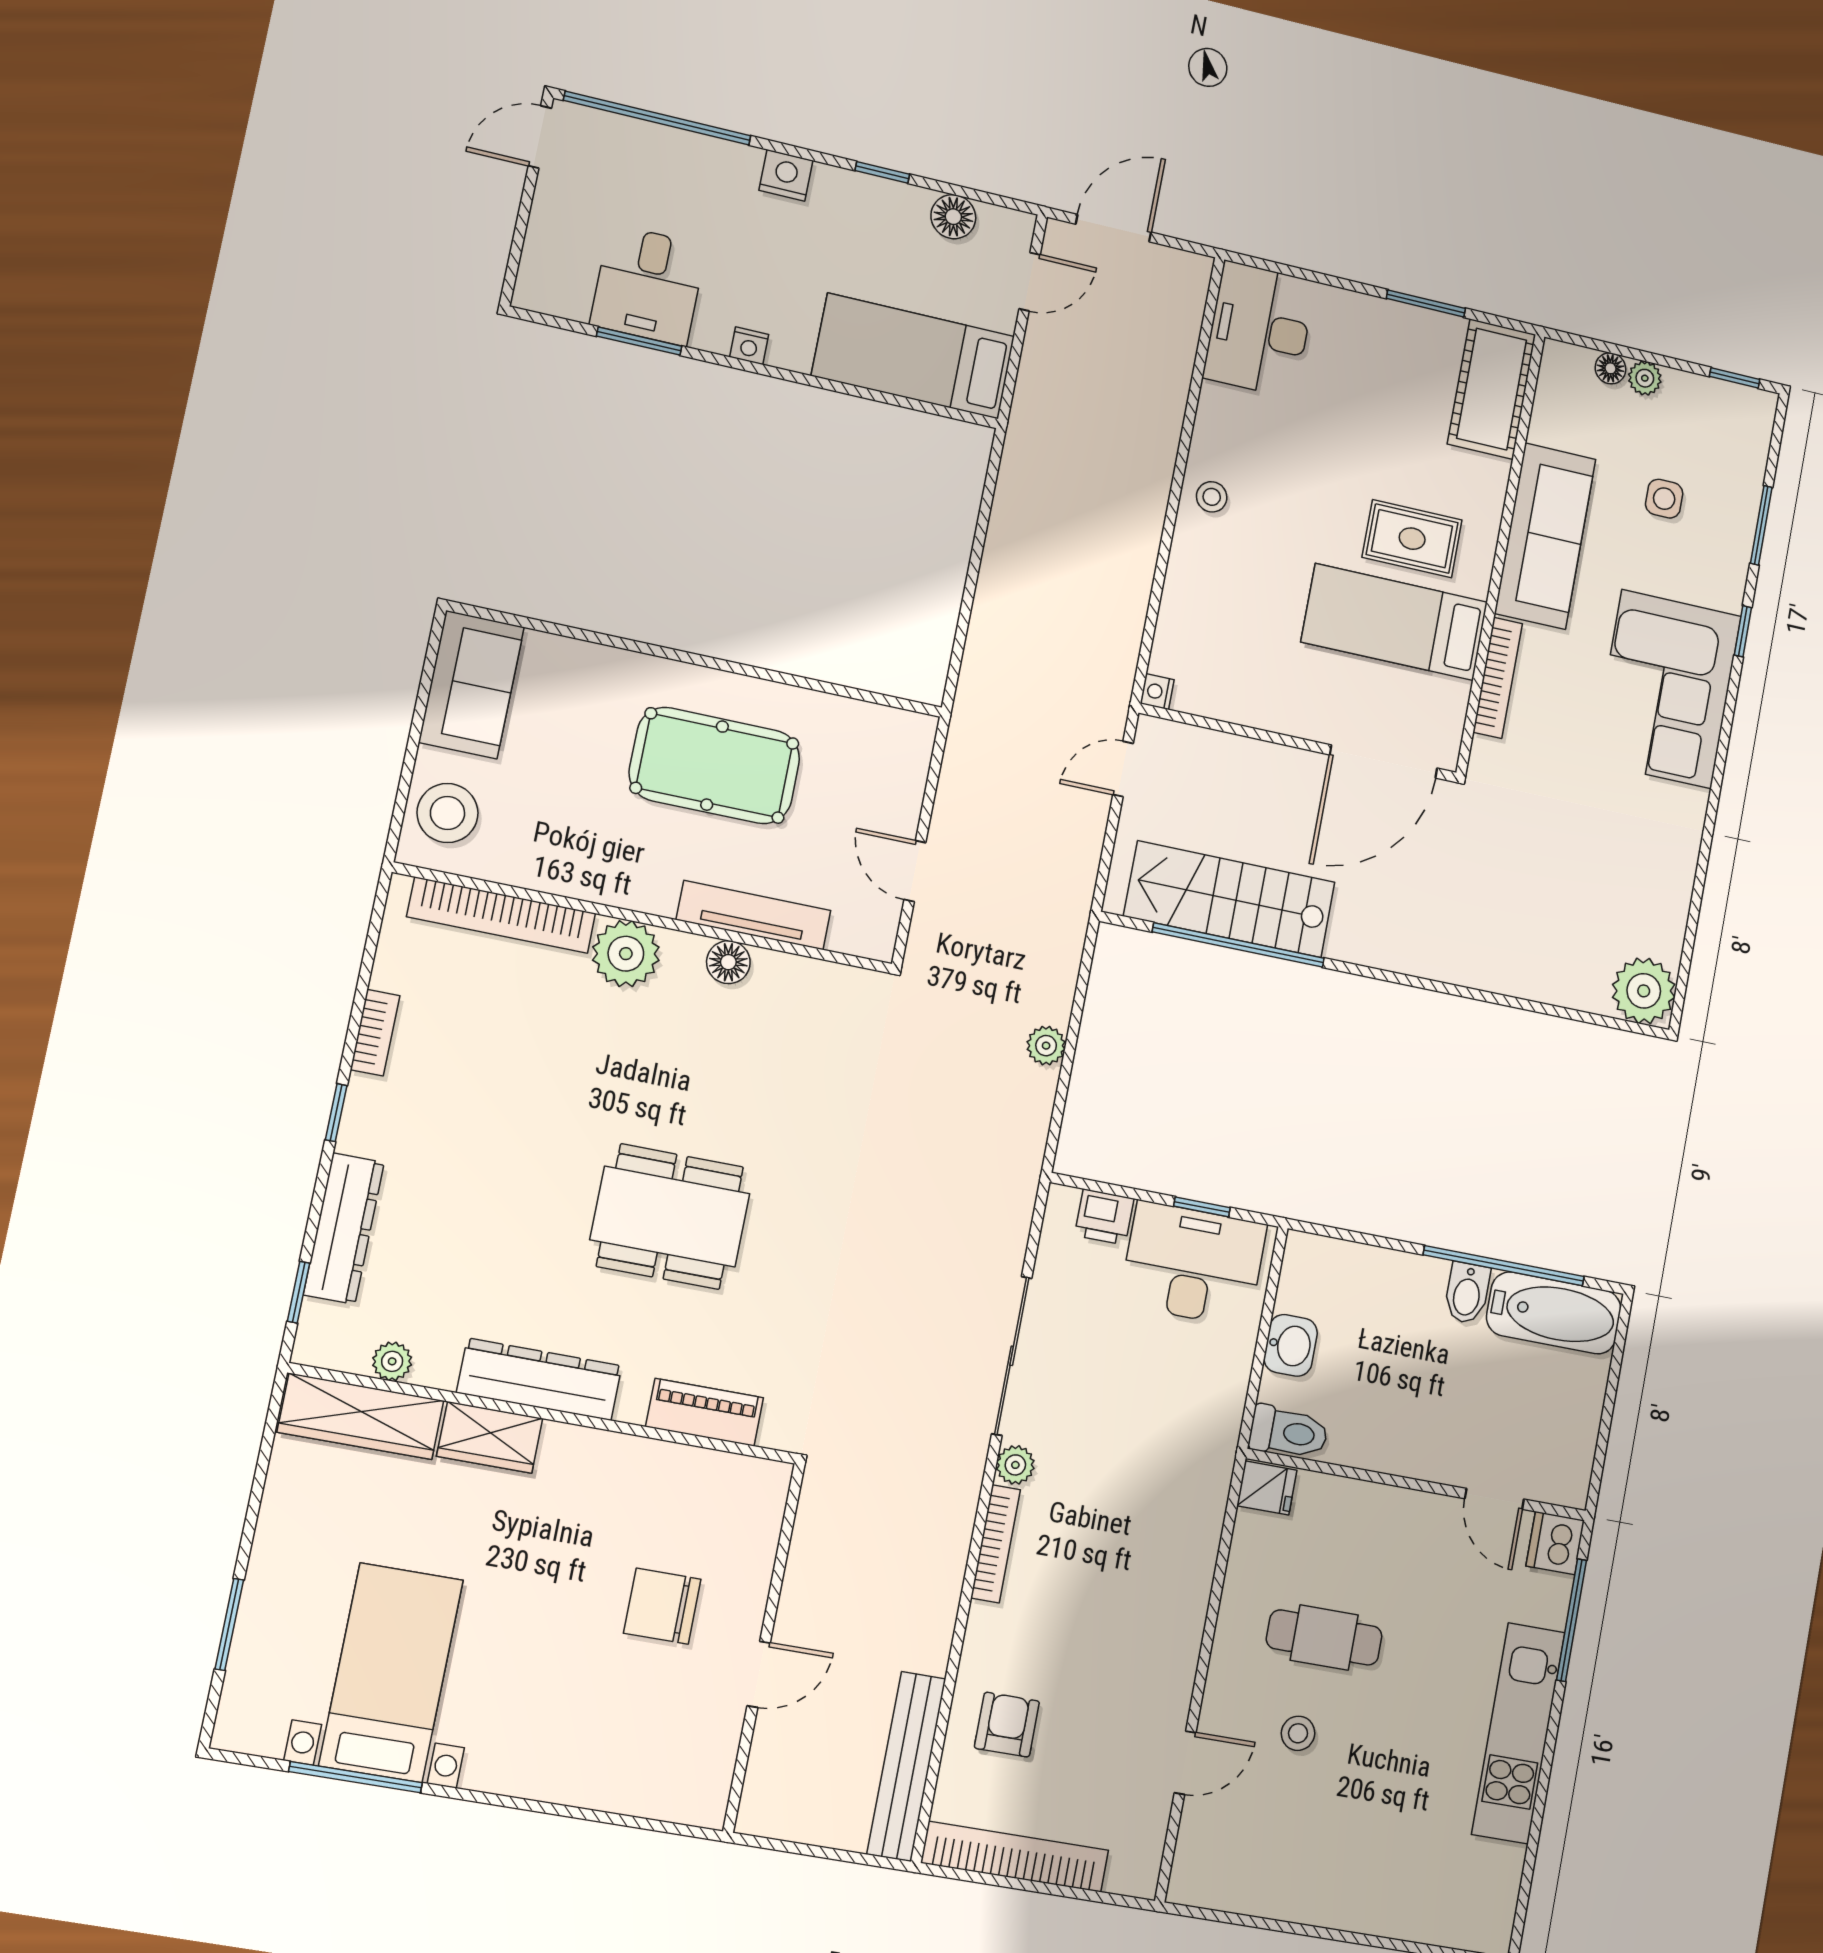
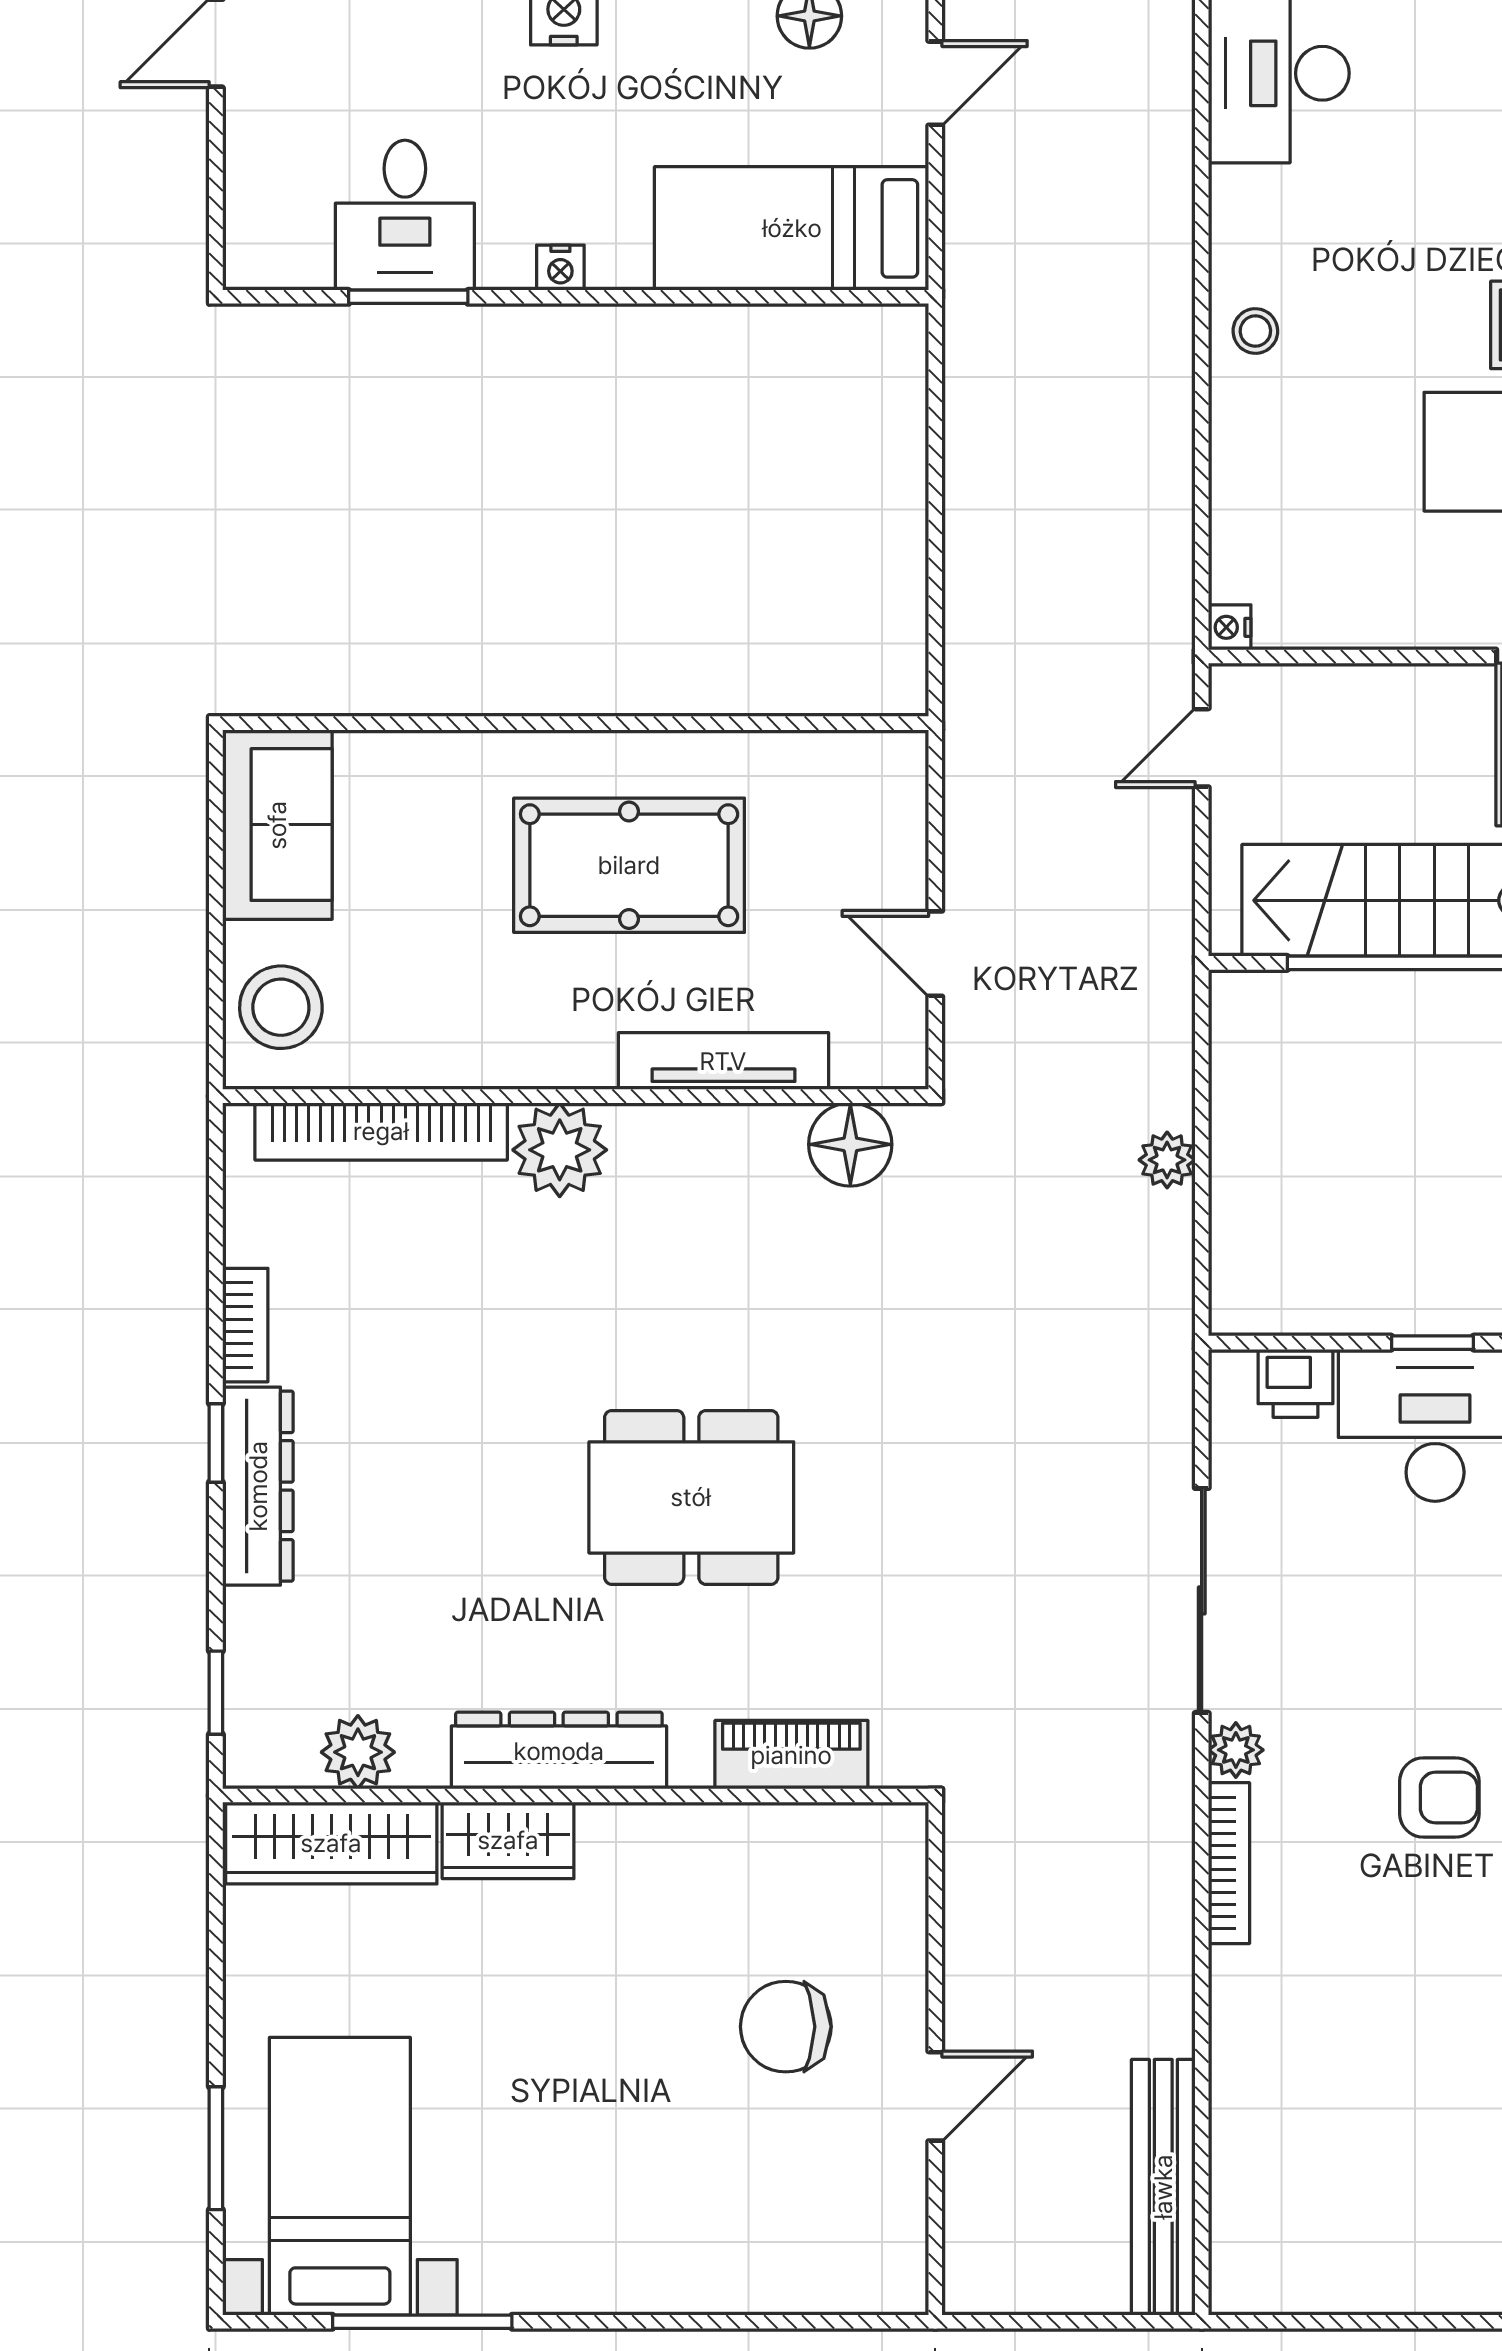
floor lamp: (728, 962) -> (850, 1144), moved, width x1.38, depth x1.38
dresser: (344, 1229) -> (258, 1486), moved
plant: (392, 1361) -> (358, 1752), width x1.38, depth x1.38
bed with nightstands: (391, 1673) -> (340, 2176), moved
armchair: (1007, 1725) -> (1439, 1798), moved, turned 90
bookcase: (1015, 1857) -> (1338, 2286), removed

